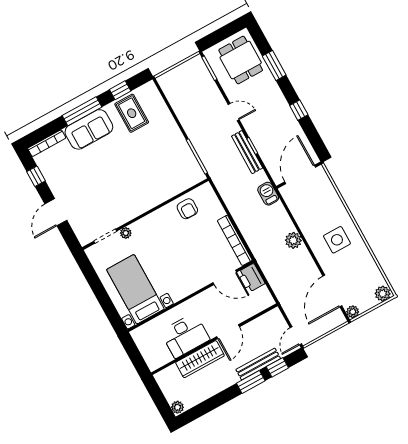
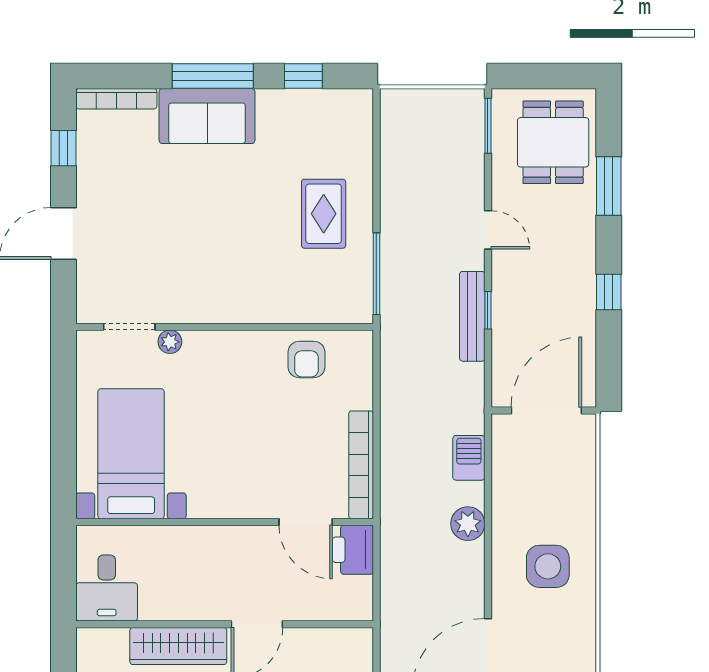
rug: (132, 113) -> (324, 214), moved
barbecue: (268, 194) -> (469, 458), moved
desk: (185, 335) -> (107, 588), moved, width x0.73

